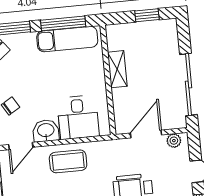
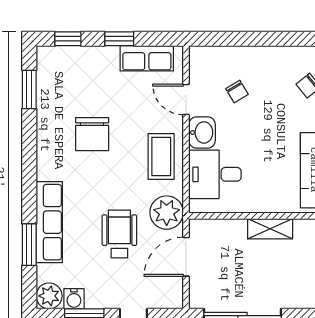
door: (146, 134) -> (186, 257), swing flipped
plant: (174, 141) -> (167, 213), moved, width x1.87, depth x1.87

